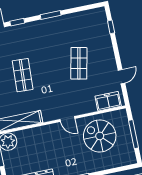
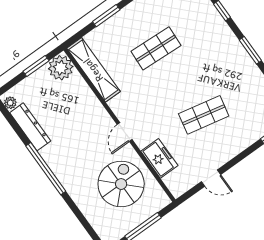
freezer: (108, 101) -> (159, 158), moved

